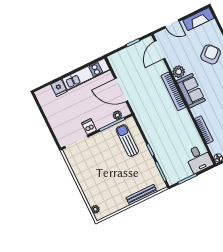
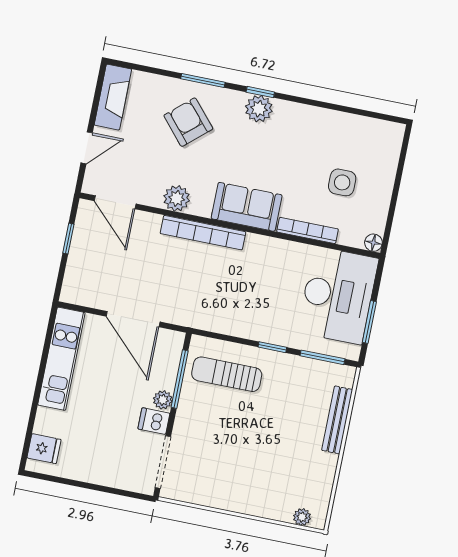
fridge: (59, 88) -> (44, 449), moved
door: (121, 90) -> (133, 319), hinge flipped
sofa: (191, 91) -> (247, 207), moved
plant: (117, 115) -> (163, 400), moved
desk: (199, 159) -> (338, 295), width x1.87, depth x1.30

